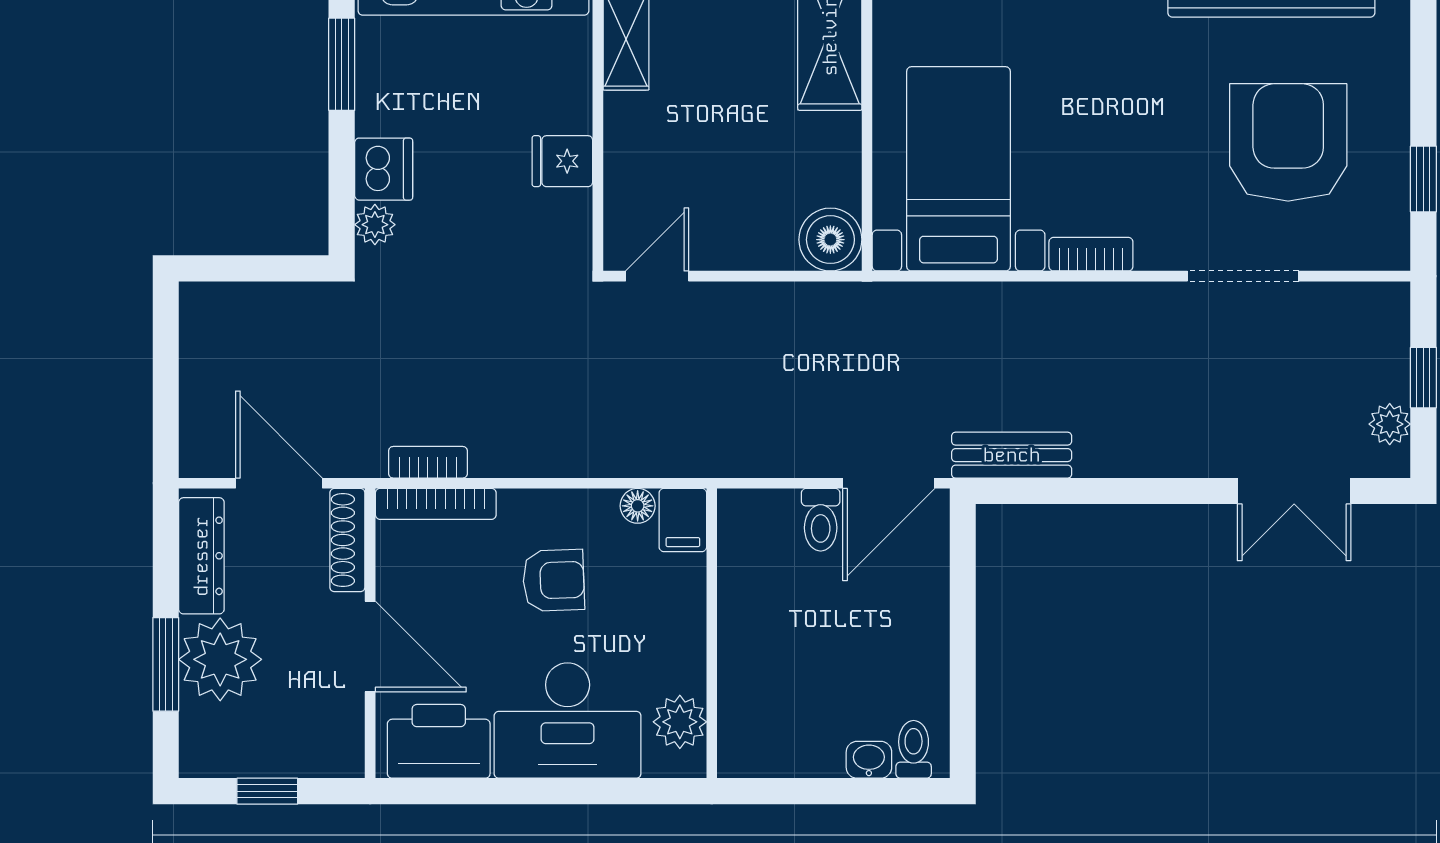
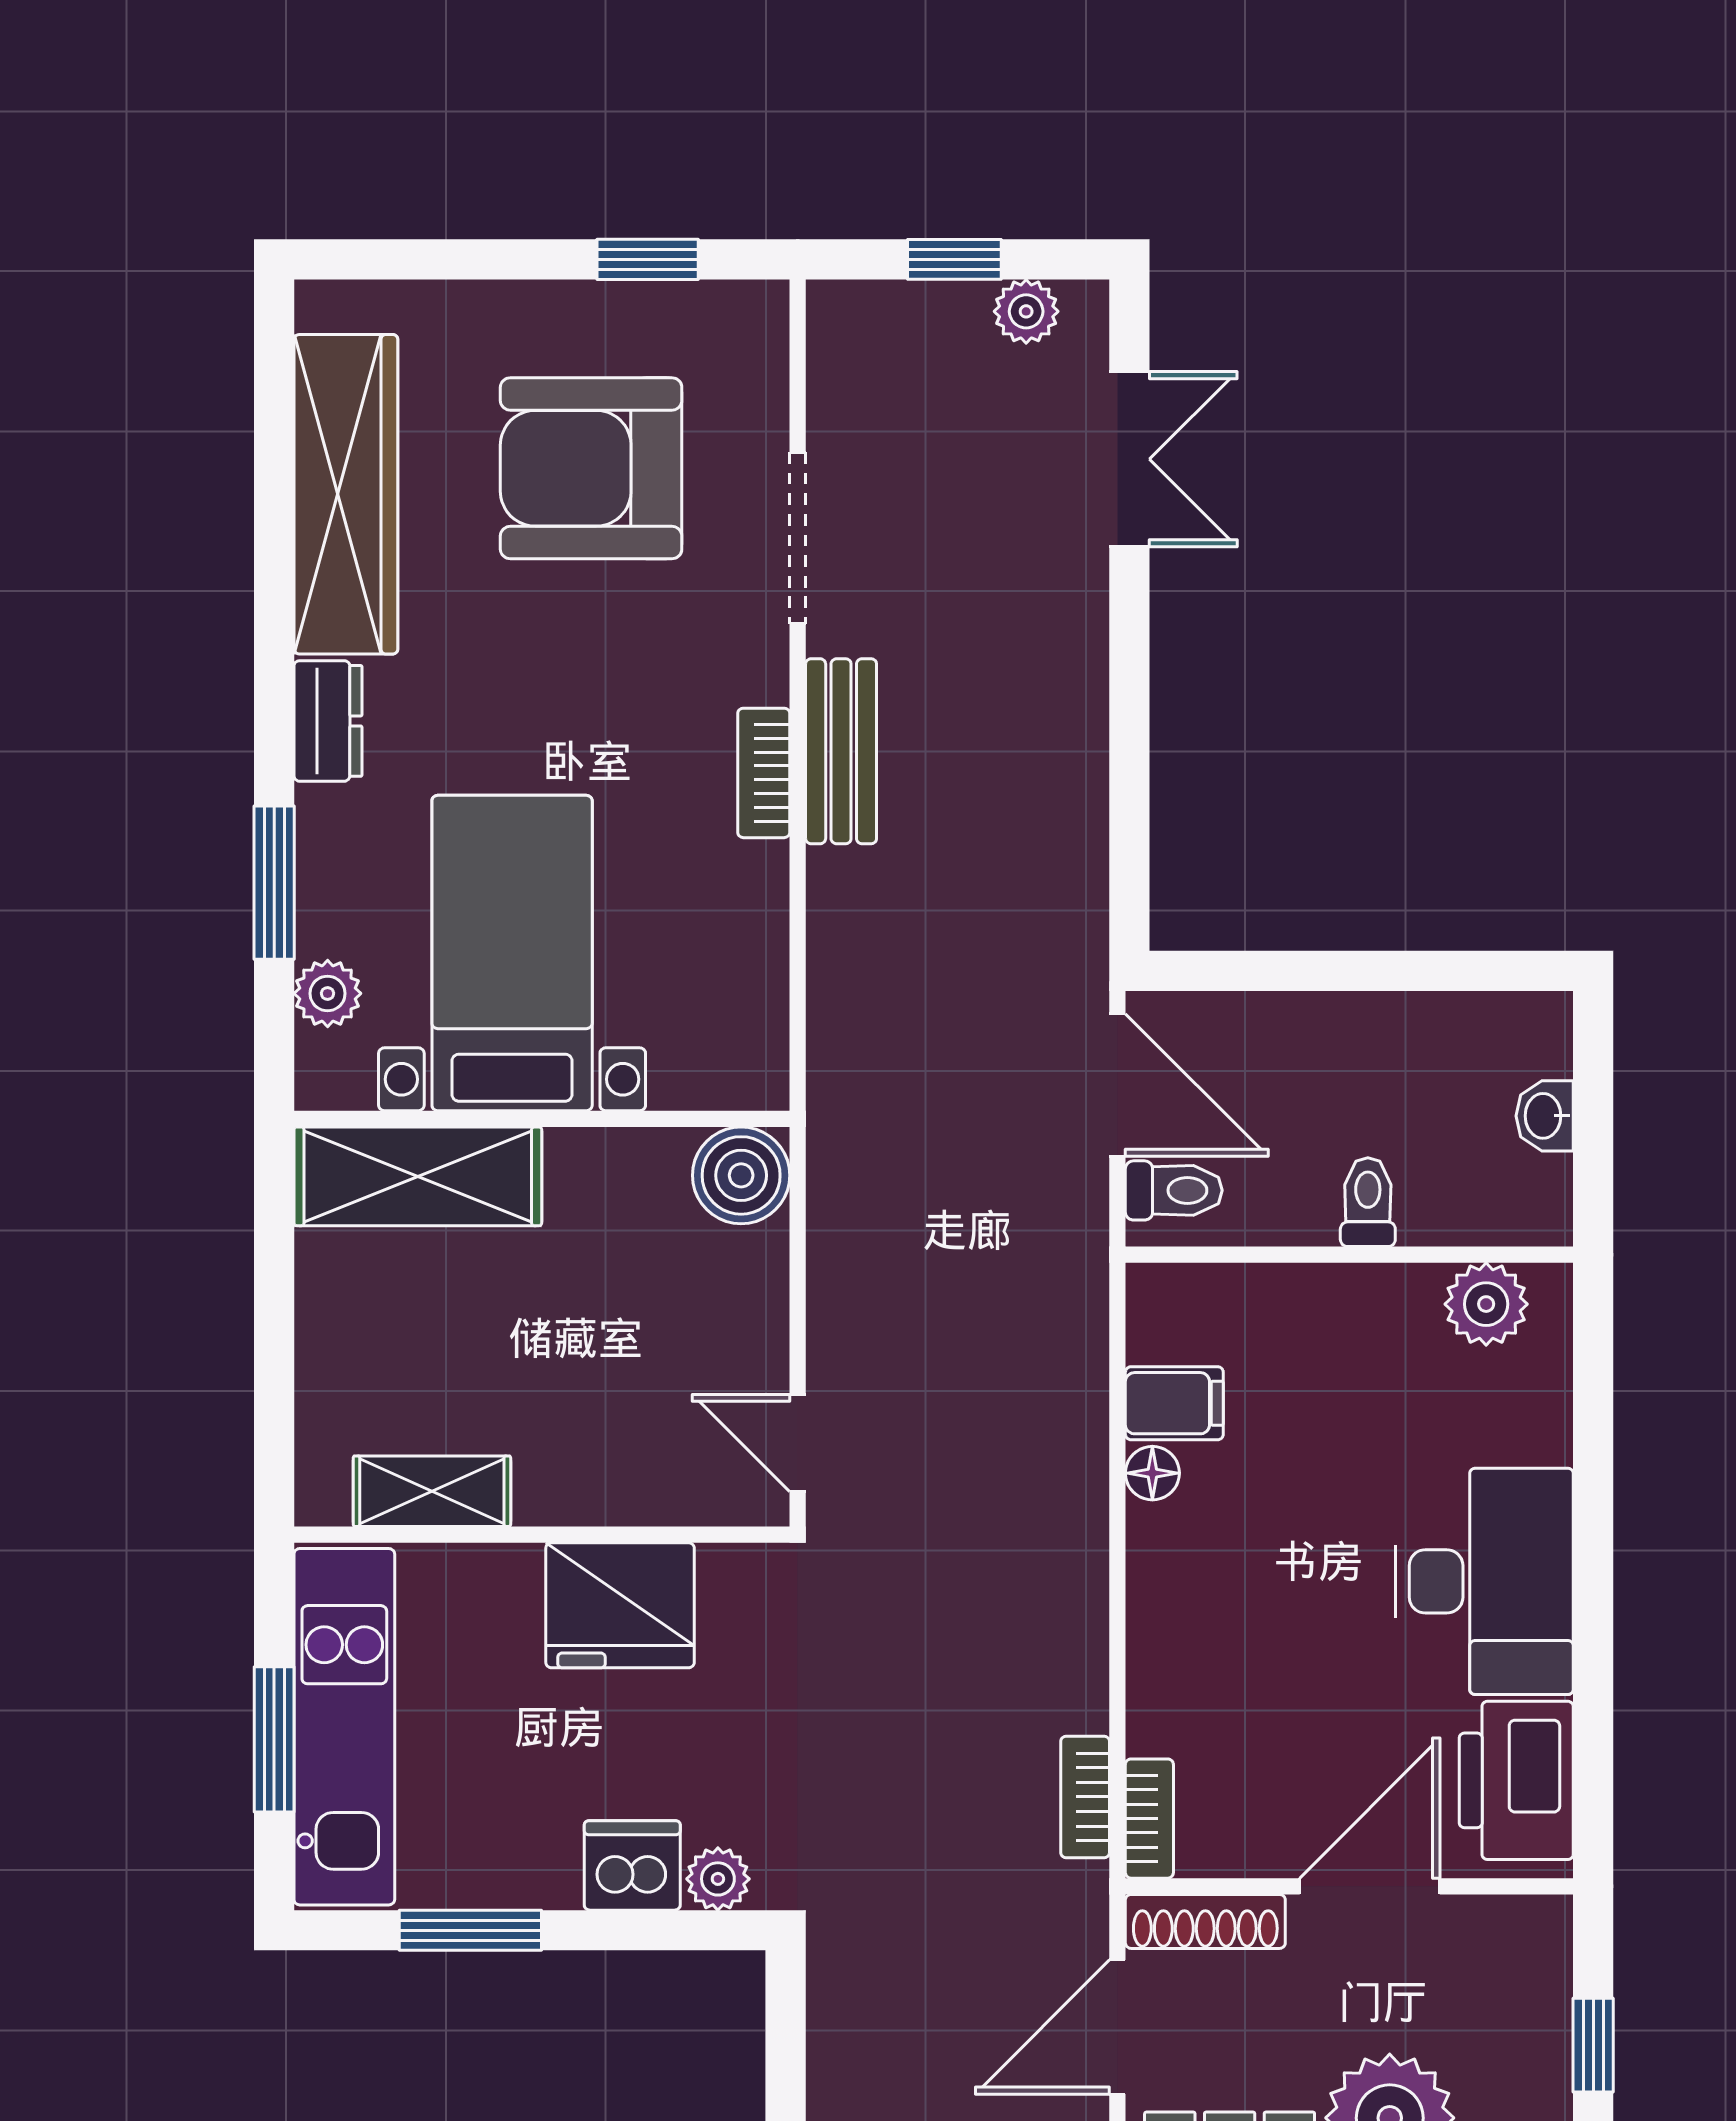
fridge: (562, 161) -> (620, 1605), width x1.88, depth x1.34
bed with nightstands: (959, 169) -> (512, 953), moved, turned 90
bench: (1012, 455) -> (841, 751), moved
bookcase: (436, 504) -> (1149, 1819), width x0.64
armchair: (554, 580) -> (1267, 1603), removed
wall: (712, 633) -> (1349, 1255), moved
plant: (680, 722) -> (1486, 1304), moved
toilet: (914, 749) -> (1368, 1202), moved, turned 90

